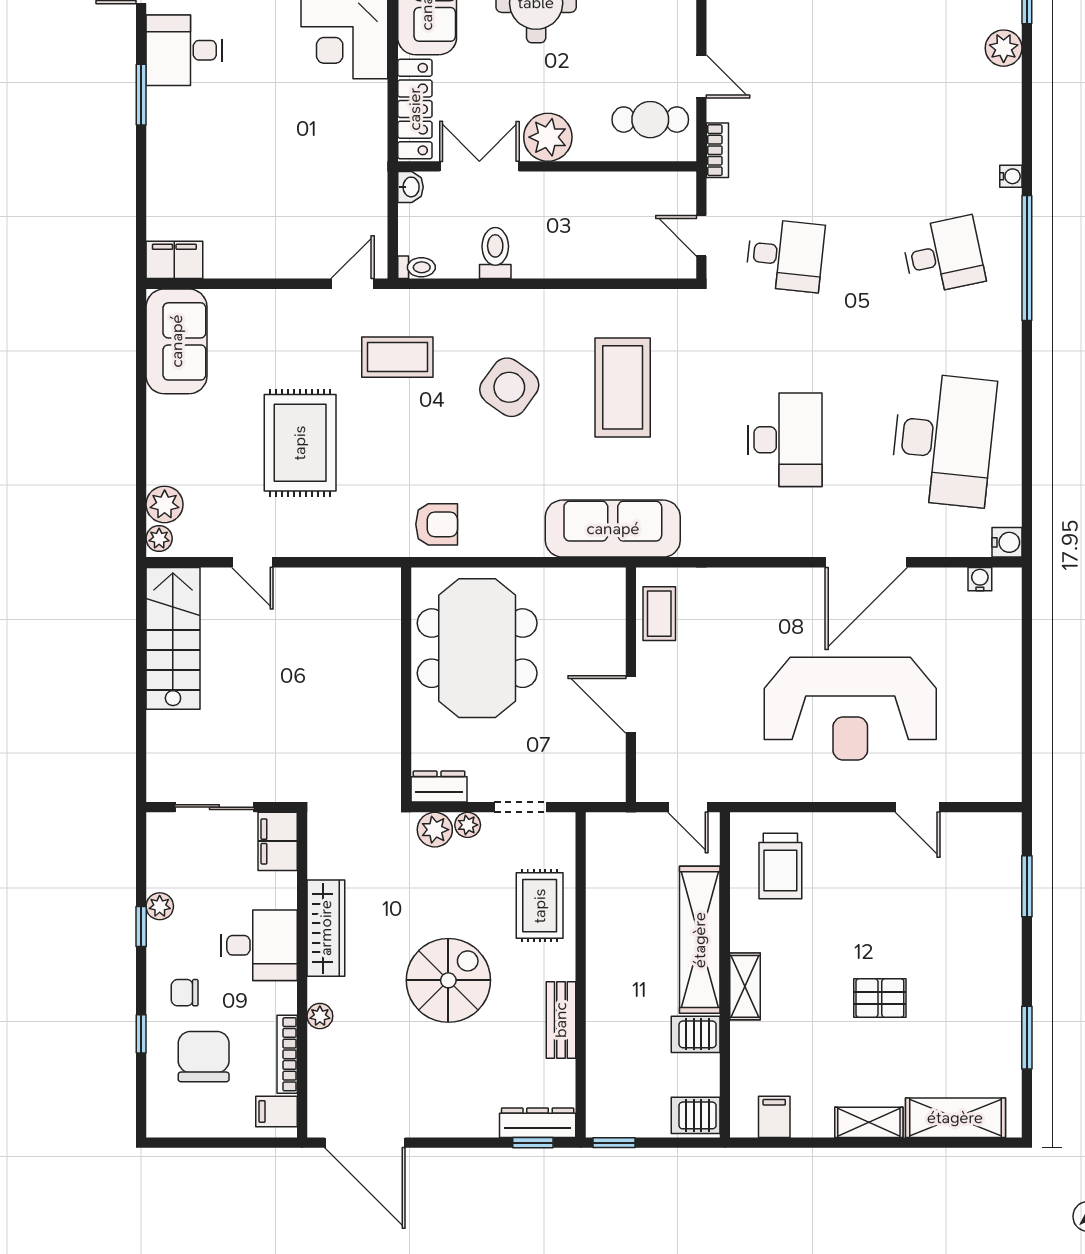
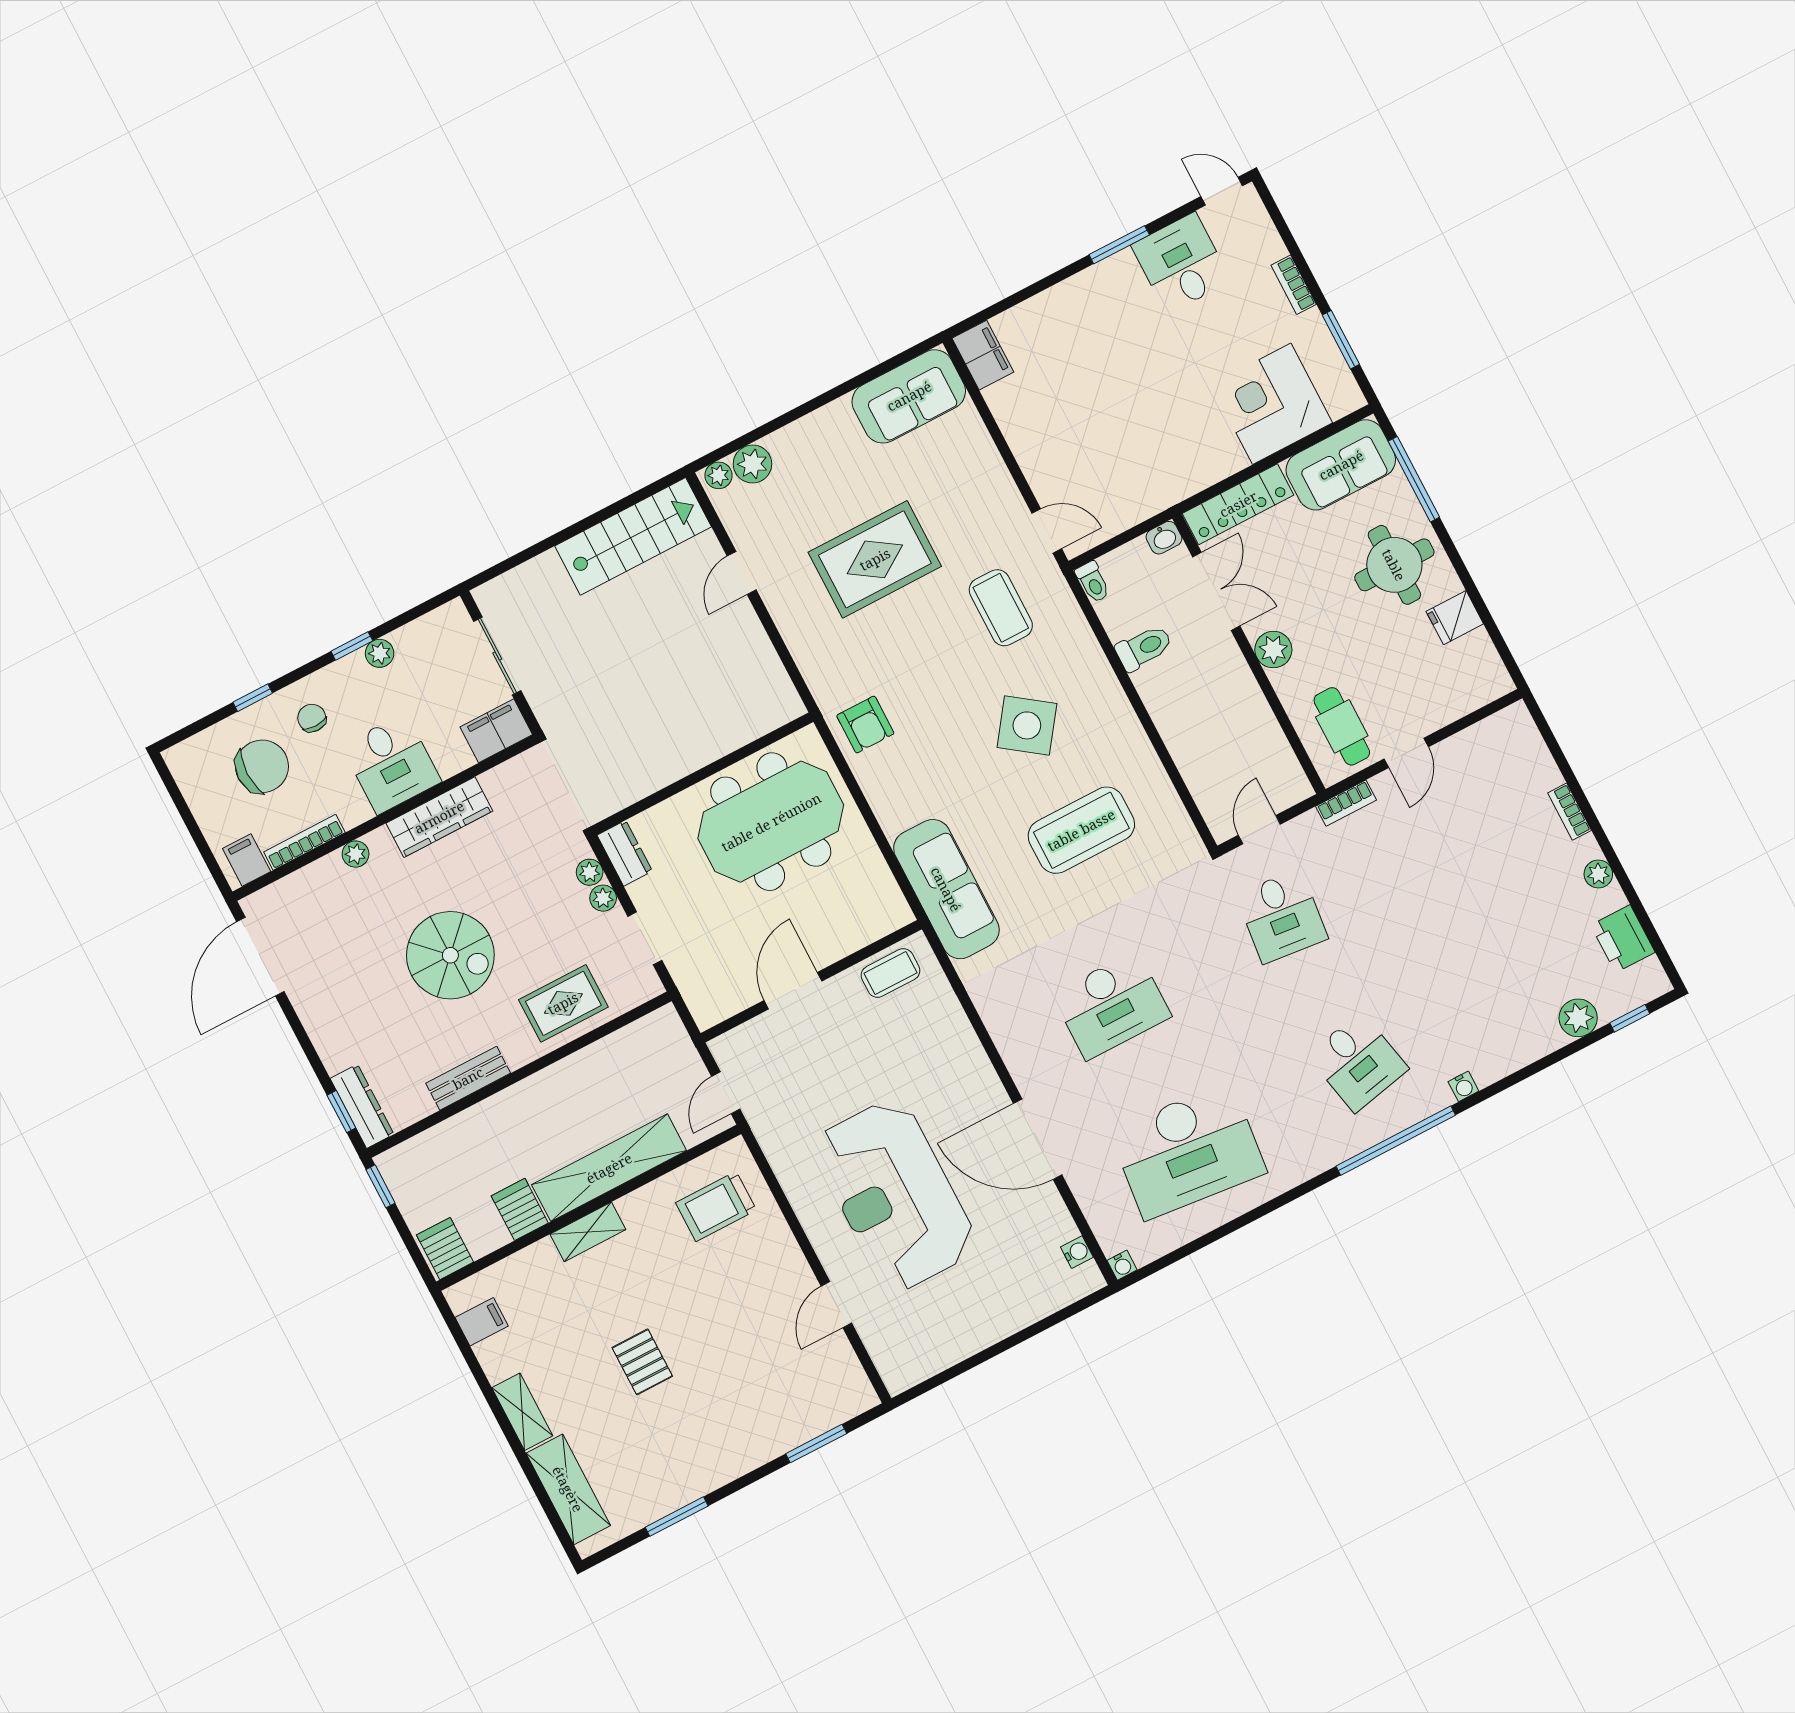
plant: (548, 137) -> (1273, 650), width x0.73, depth x0.73
water cooler: (1007, 542) -> (1122, 1265), width x0.72, depth x0.72
plant: (435, 830) -> (590, 872), width x0.73, depth x0.73

